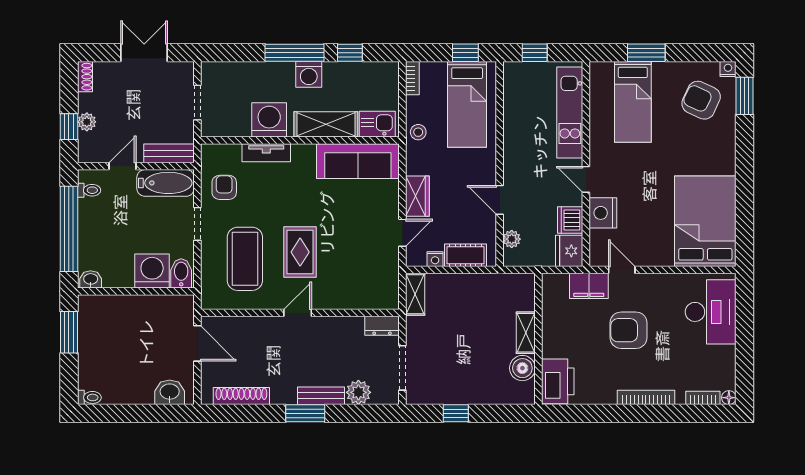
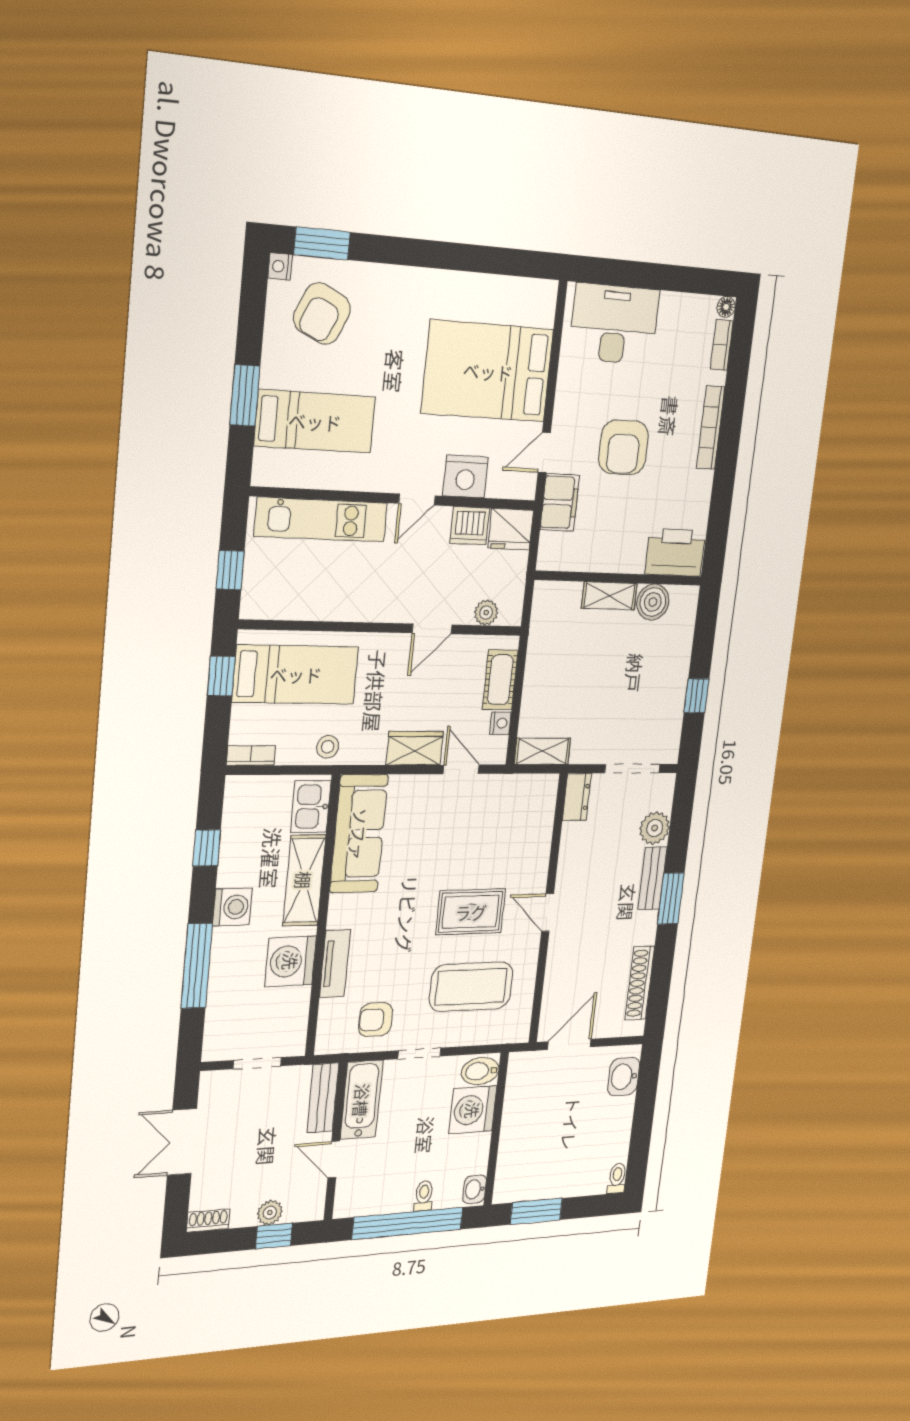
window: (294, 53) -> (197, 966), moved
toilet: (89, 190) -> (424, 1196), moved
bed: (705, 221) -> (488, 371), moved

